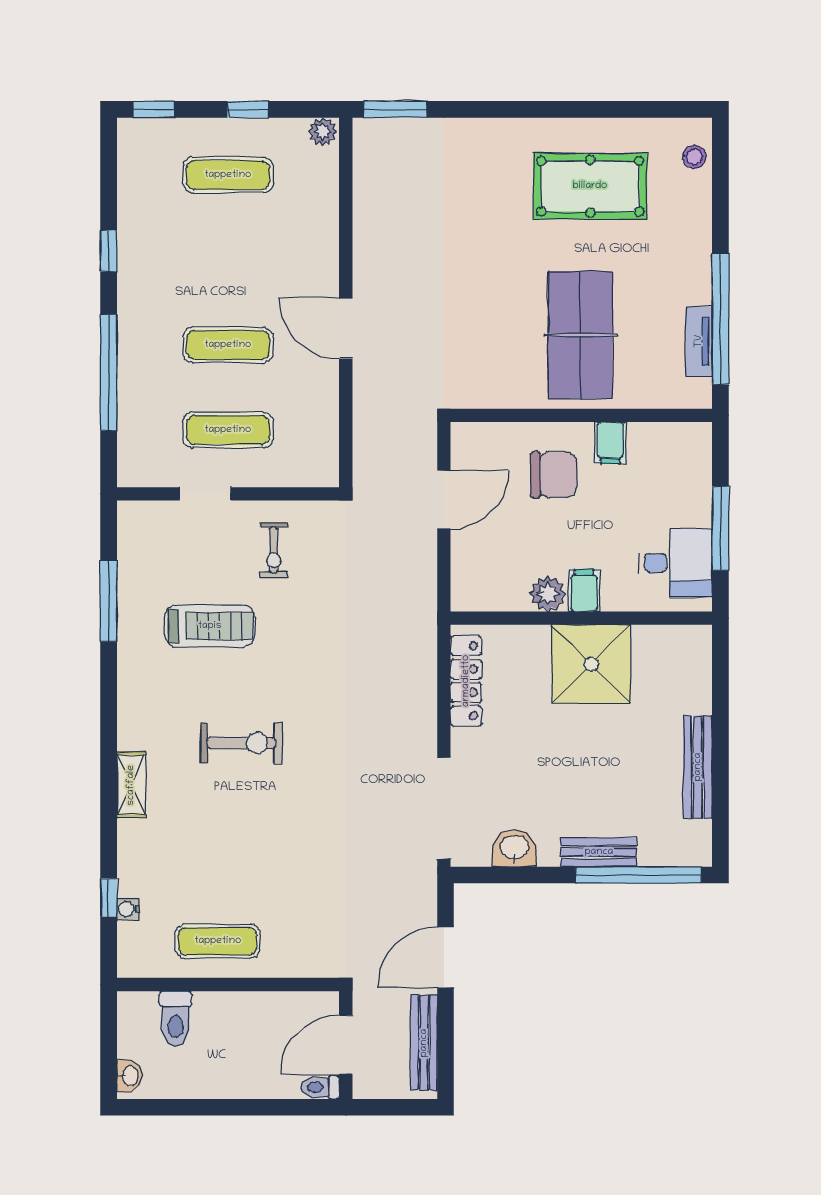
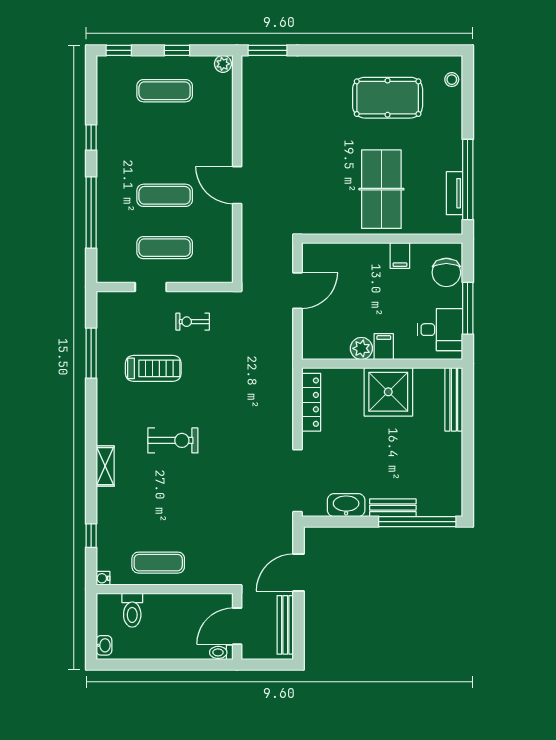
chair: (554, 475) -> (446, 272), moved, turned 90
exercise bike: (274, 550) -> (193, 322), turned 90
bench: (698, 767) -> (454, 399), moved
washbasin: (514, 848) -> (346, 505), width x1.38
water cooler: (128, 909) -> (103, 578), moved

